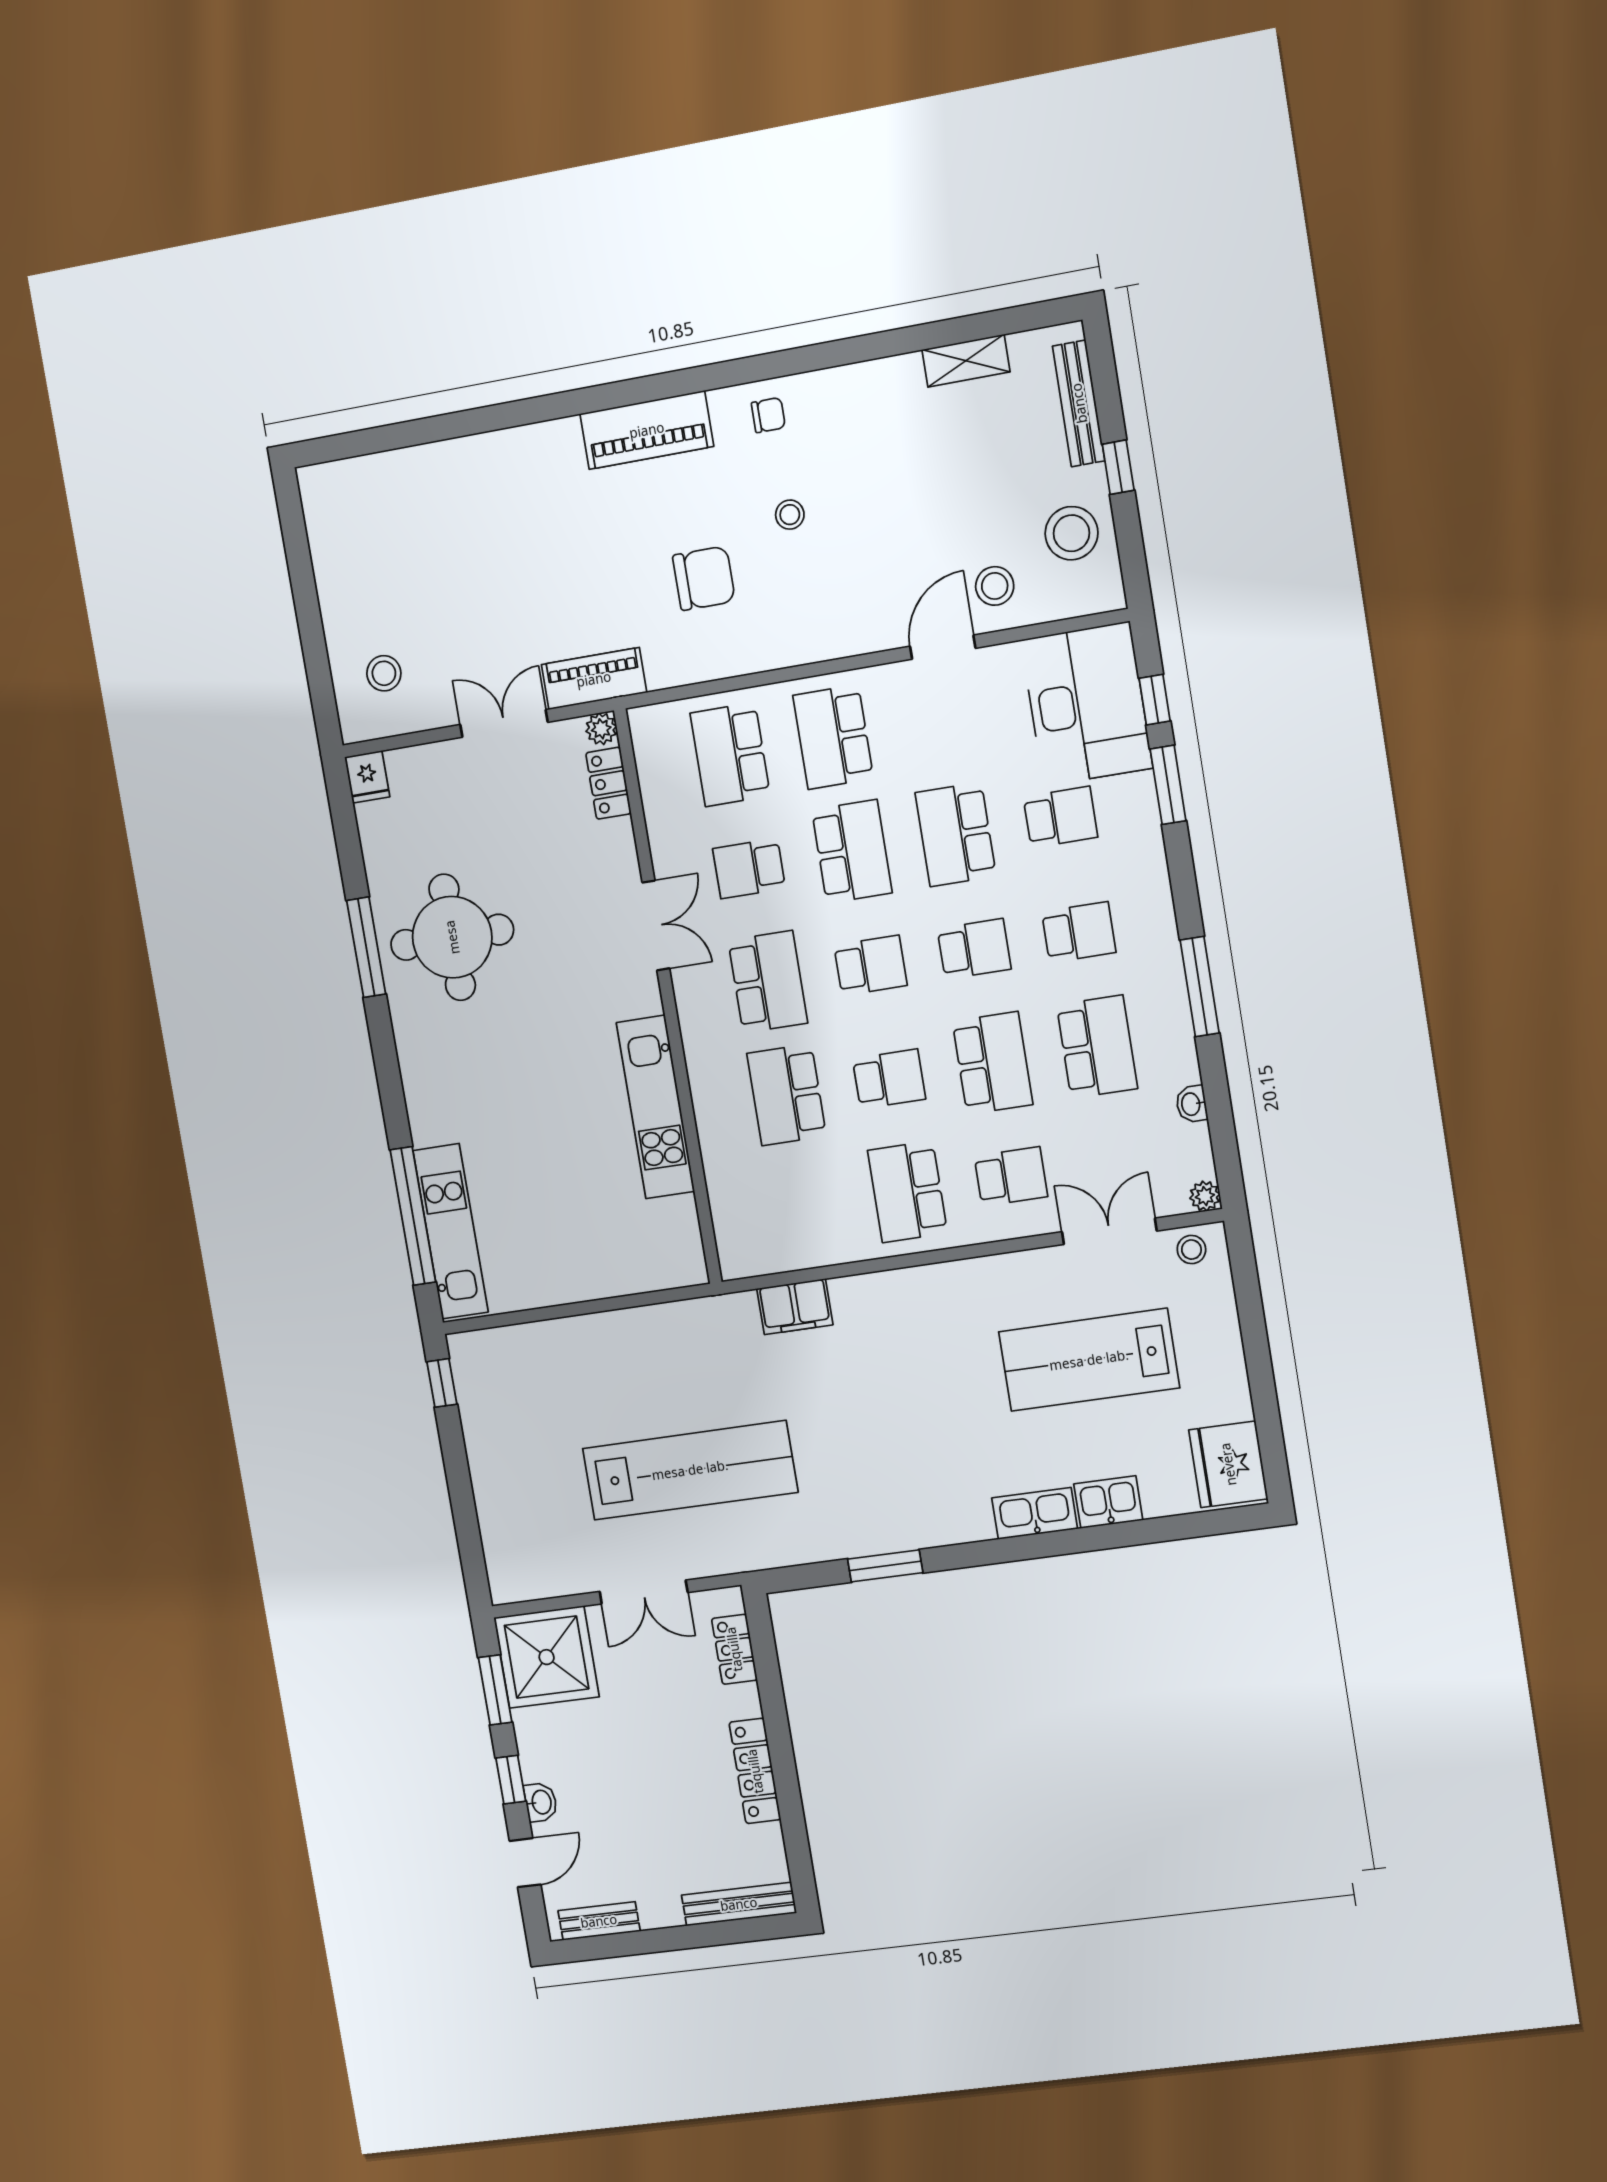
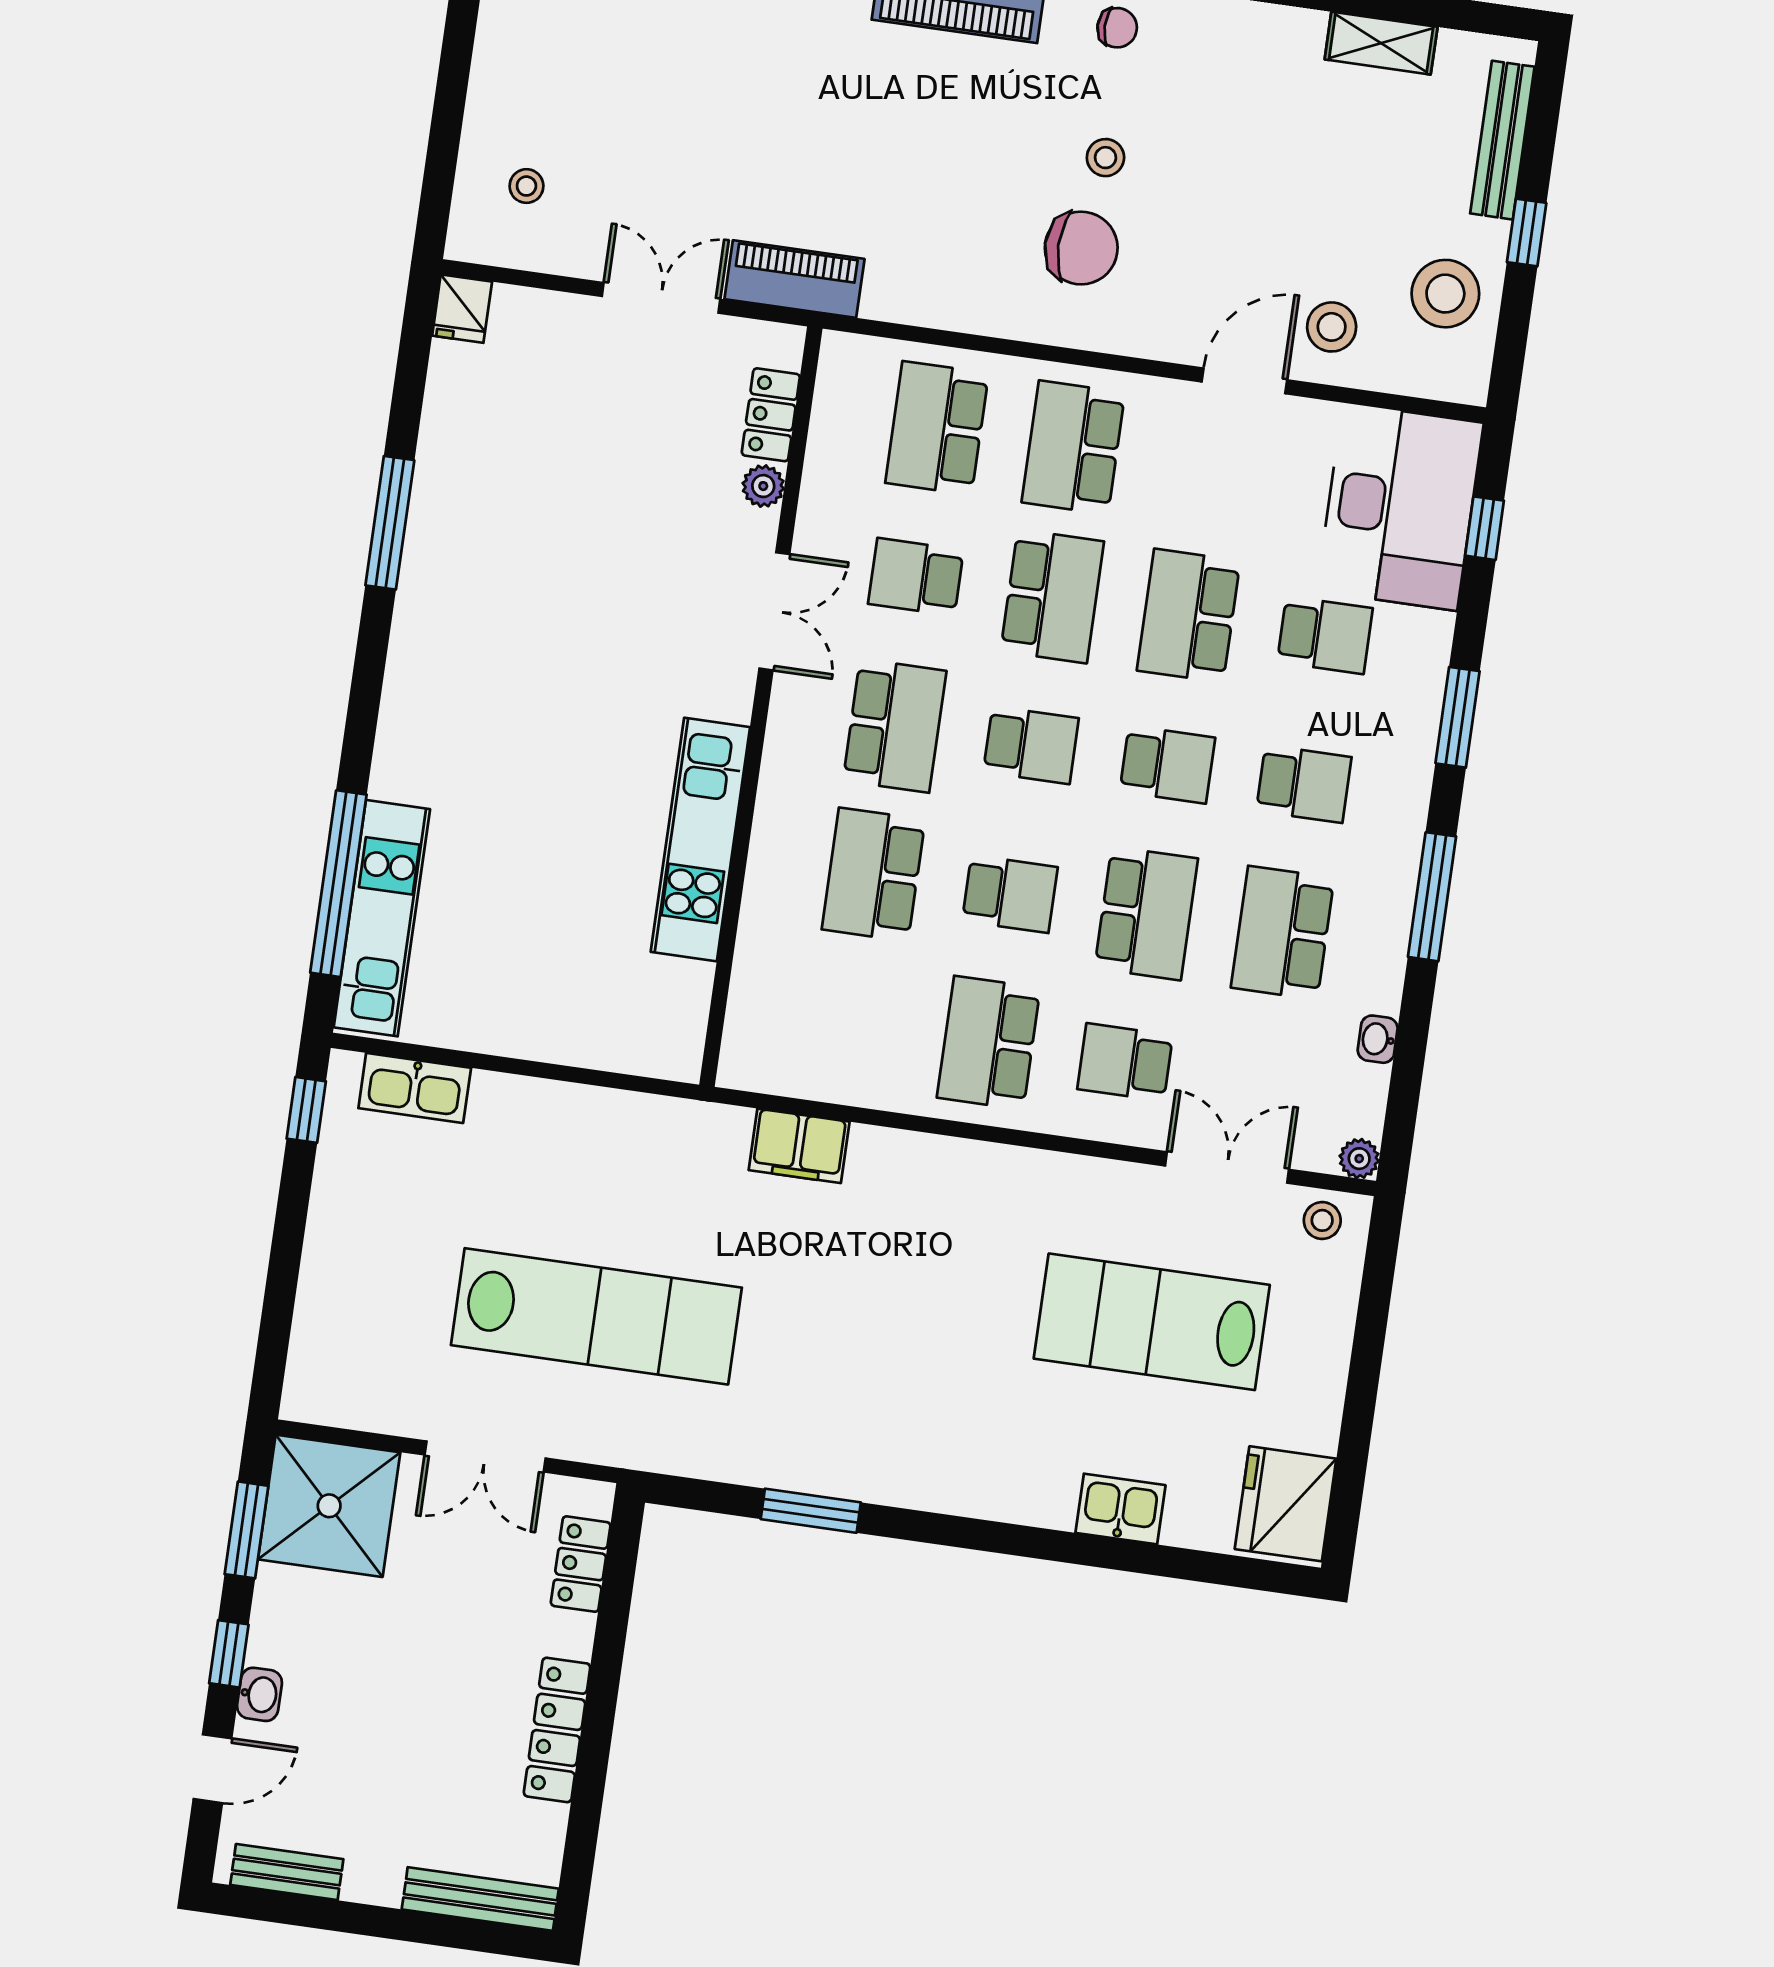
chair: (704, 578) -> (1081, 248), moved
stool: (384, 673) -> (526, 186), width x0.73, depth x0.73
plant: (601, 729) -> (763, 486), moved
window: (1168, 785) -> (1458, 717), moved
round table: (452, 937) -> (506, 545), removed
school desk: (1097, 1047) -> (1283, 933), turned 180
school desk: (1011, 1176) -> (1125, 1062), turned 180
kitchen sink: (1035, 1513) -> (415, 1088), moved, turned 180

